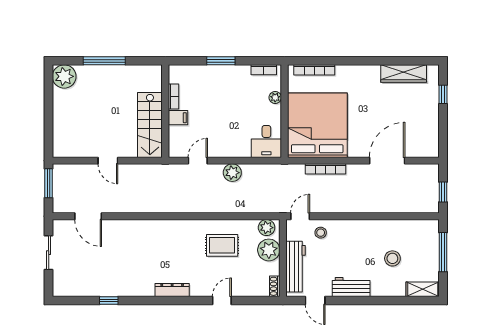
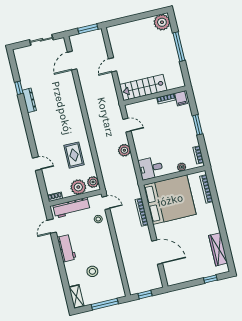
filing cabinet: (178, 118) -> (181, 98), moved
dresser: (172, 290) -> (29, 100), moved

